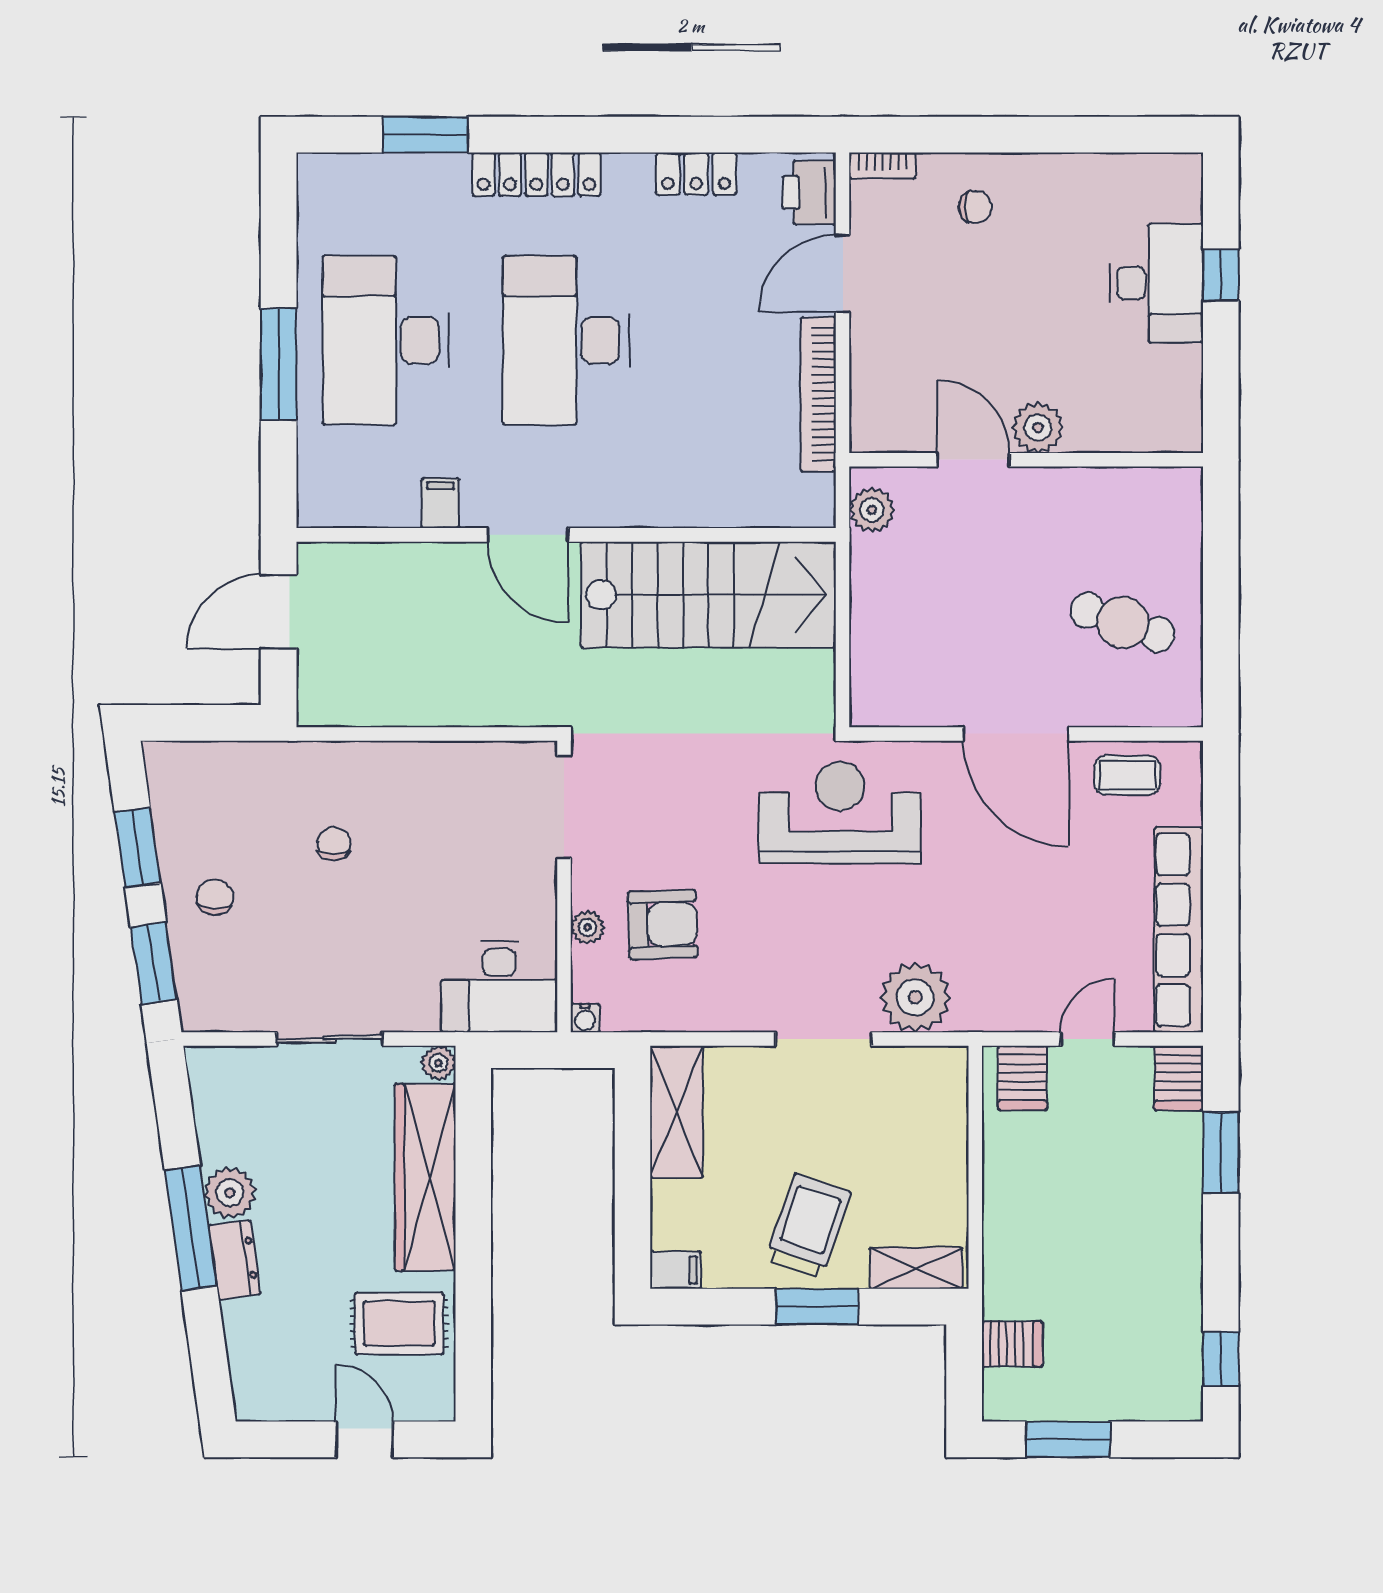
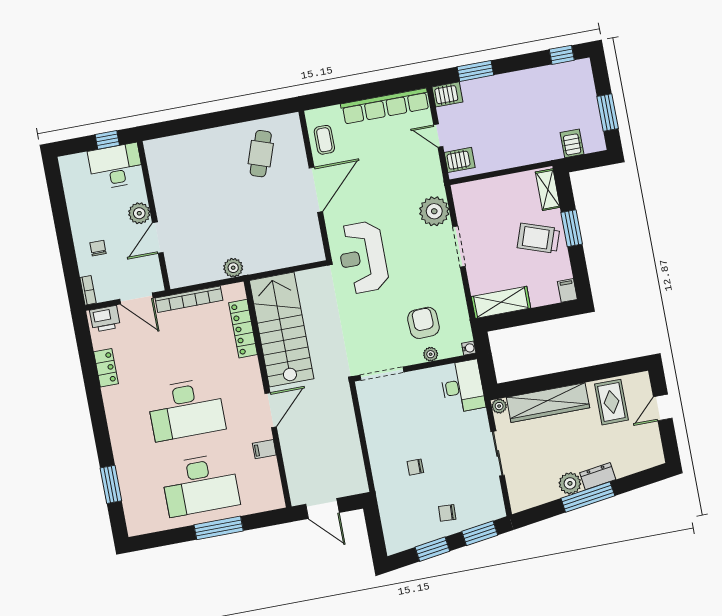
locker: (536, 174) -> (243, 329), moved, turned 180
plant: (1038, 428) -> (139, 213), moved
door: (973, 460) -> (158, 238), moved
wall: (1026, 460) -> (154, 216), moved

